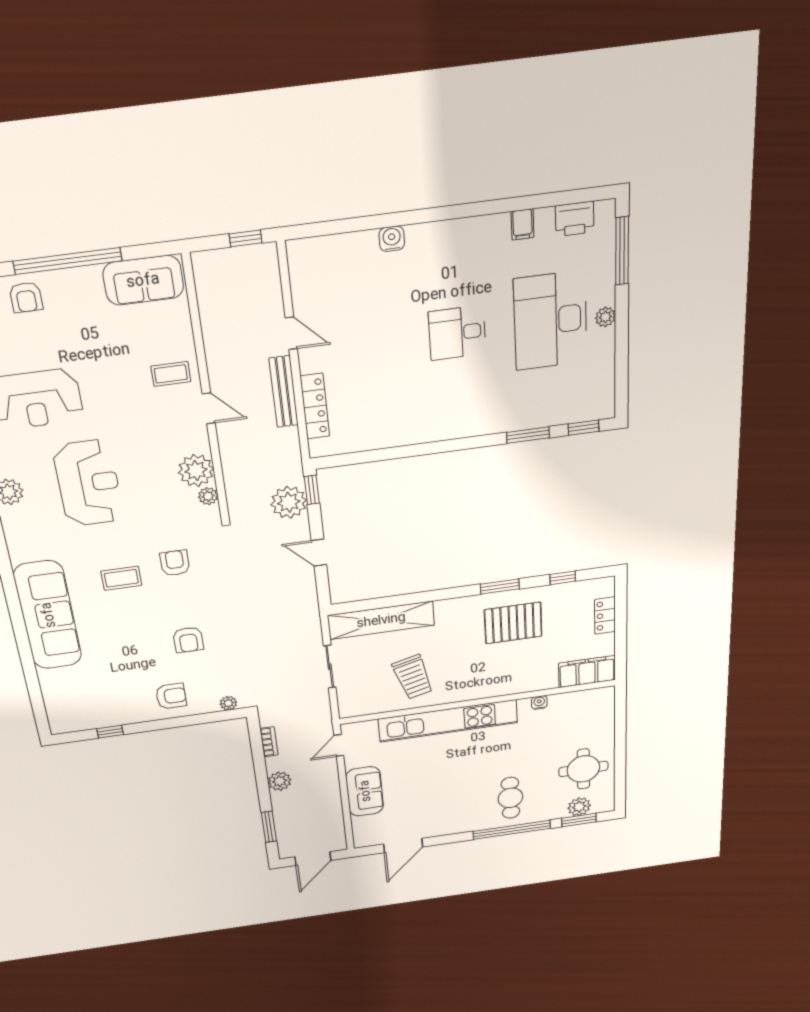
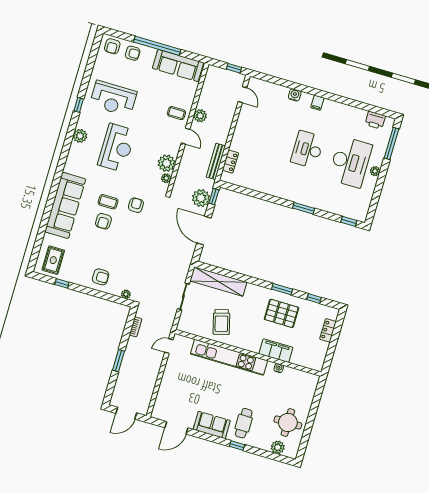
filing cabinet: (523, 224) -> (317, 103), moved
sofa: (143, 280) -> (178, 65), width x1.36
armchair: (26, 297) -> (133, 53), turned -90
desk: (550, 321) -> (350, 162), turned 180
door: (291, 333) -> (242, 95), moved
desk: (457, 333) -> (307, 149), width x1.37
bench: (284, 392) -> (216, 161), moved
locker: (315, 406) -> (230, 162), width x0.66
window: (528, 435) -> (304, 208), moved
door: (319, 553) -> (204, 231), width x1.87
armchair: (188, 640) -> (103, 221), moved
filing cabinet: (587, 672) -> (276, 351), moved
rug: (76, 705) -> (53, 260), added
plant: (280, 781) -> (200, 116), moved
sofa: (365, 791) -> (212, 425), moved, turned -90
window: (579, 820) -> (275, 457), removed
window: (269, 827) -> (119, 361), moved
window: (512, 830) -> (237, 446), width x0.32

